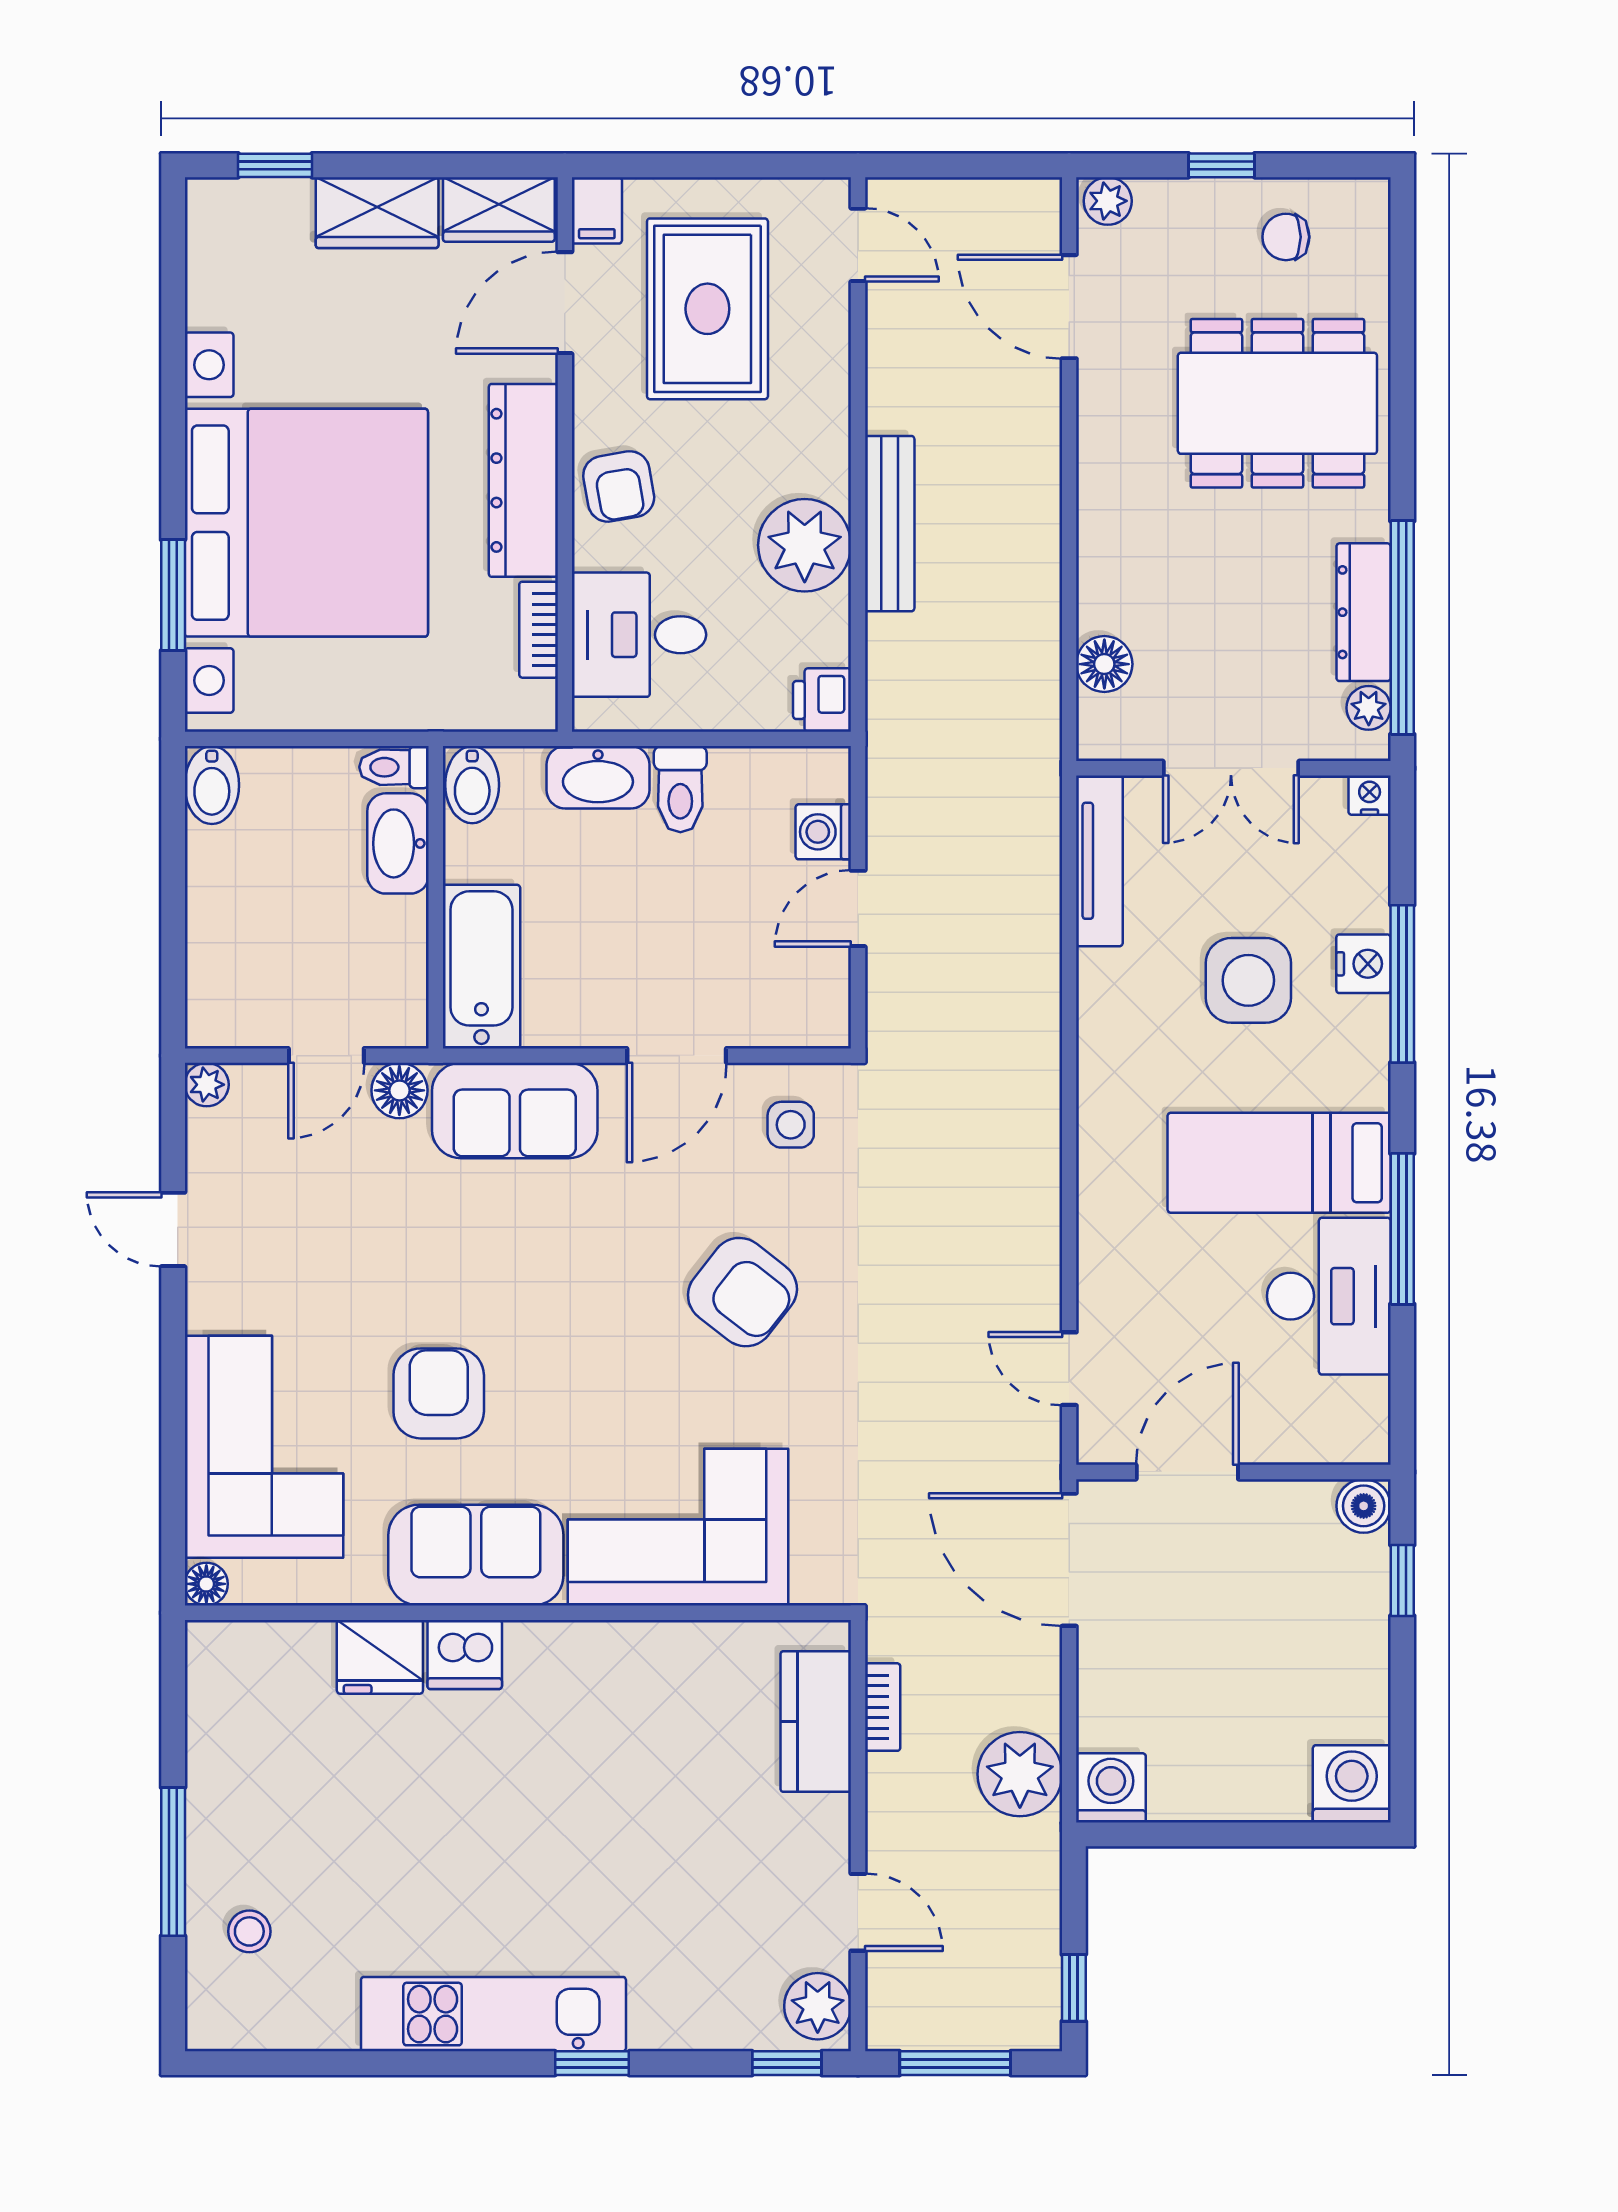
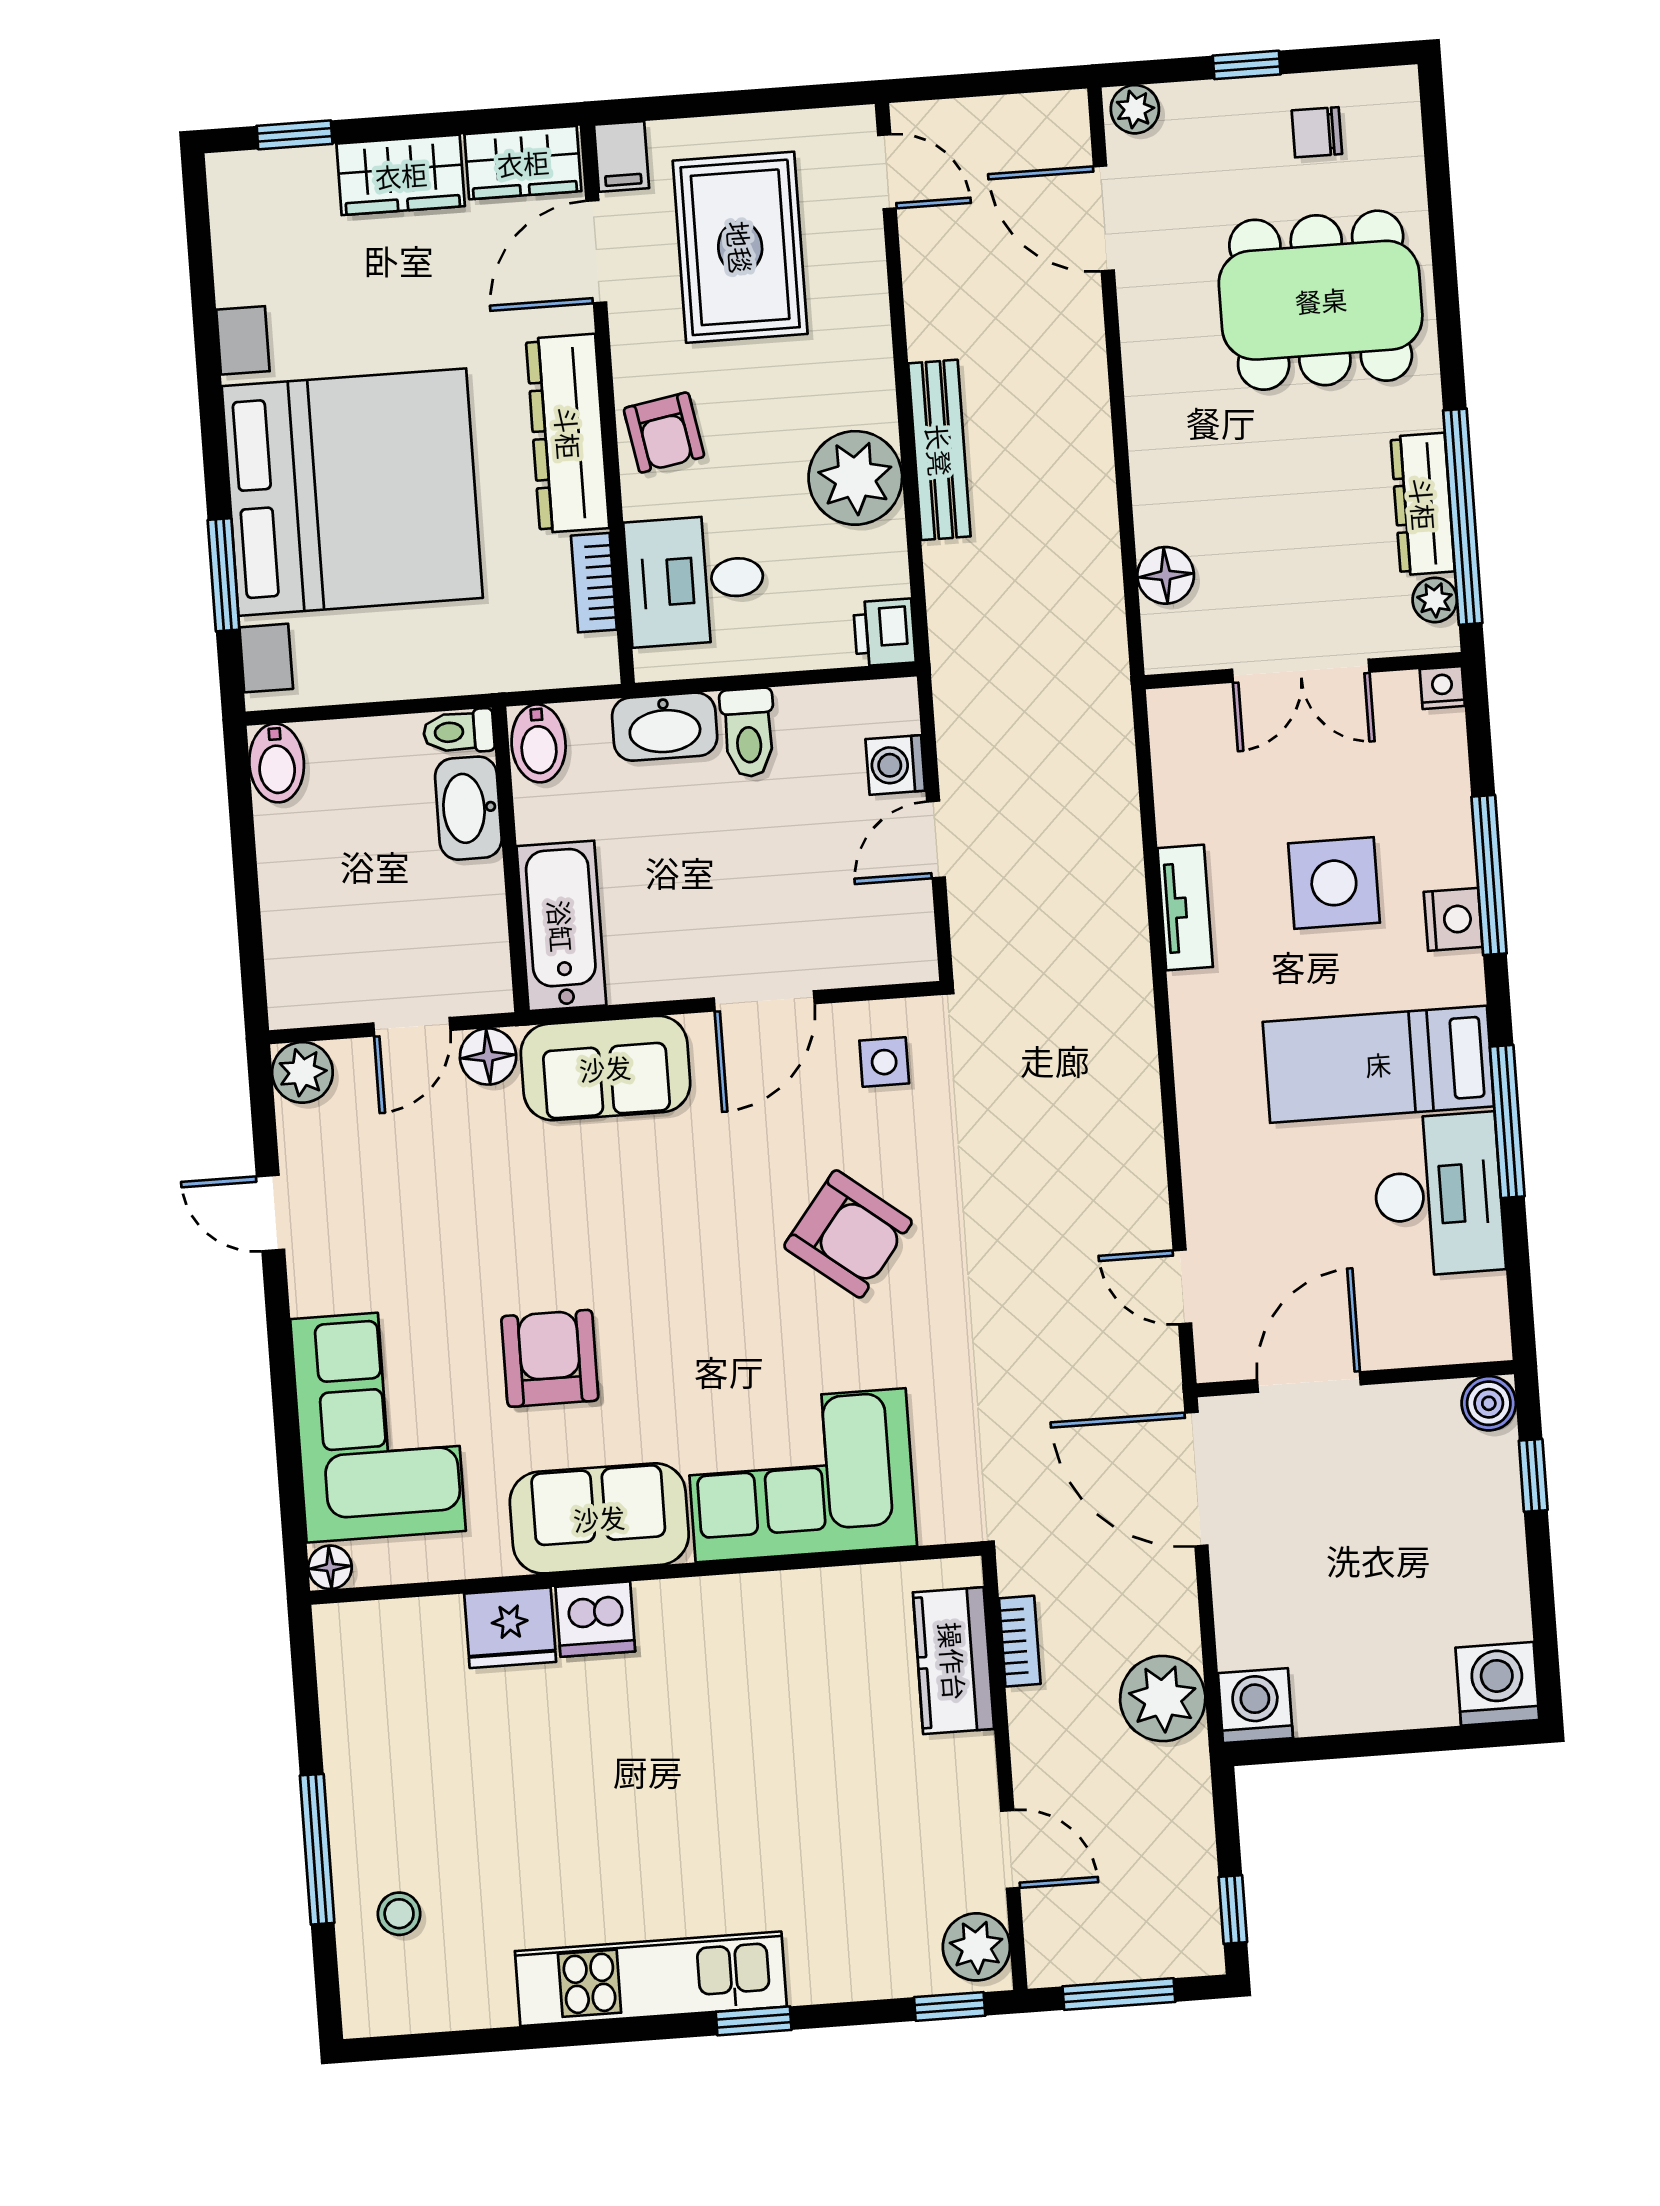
tv unit: (1099, 861) -> (1185, 908), moved, width x0.71
nightstand: (1363, 964) -> (1453, 919), moved
plant: (207, 1085) -> (302, 1072), width x1.38, depth x1.38

